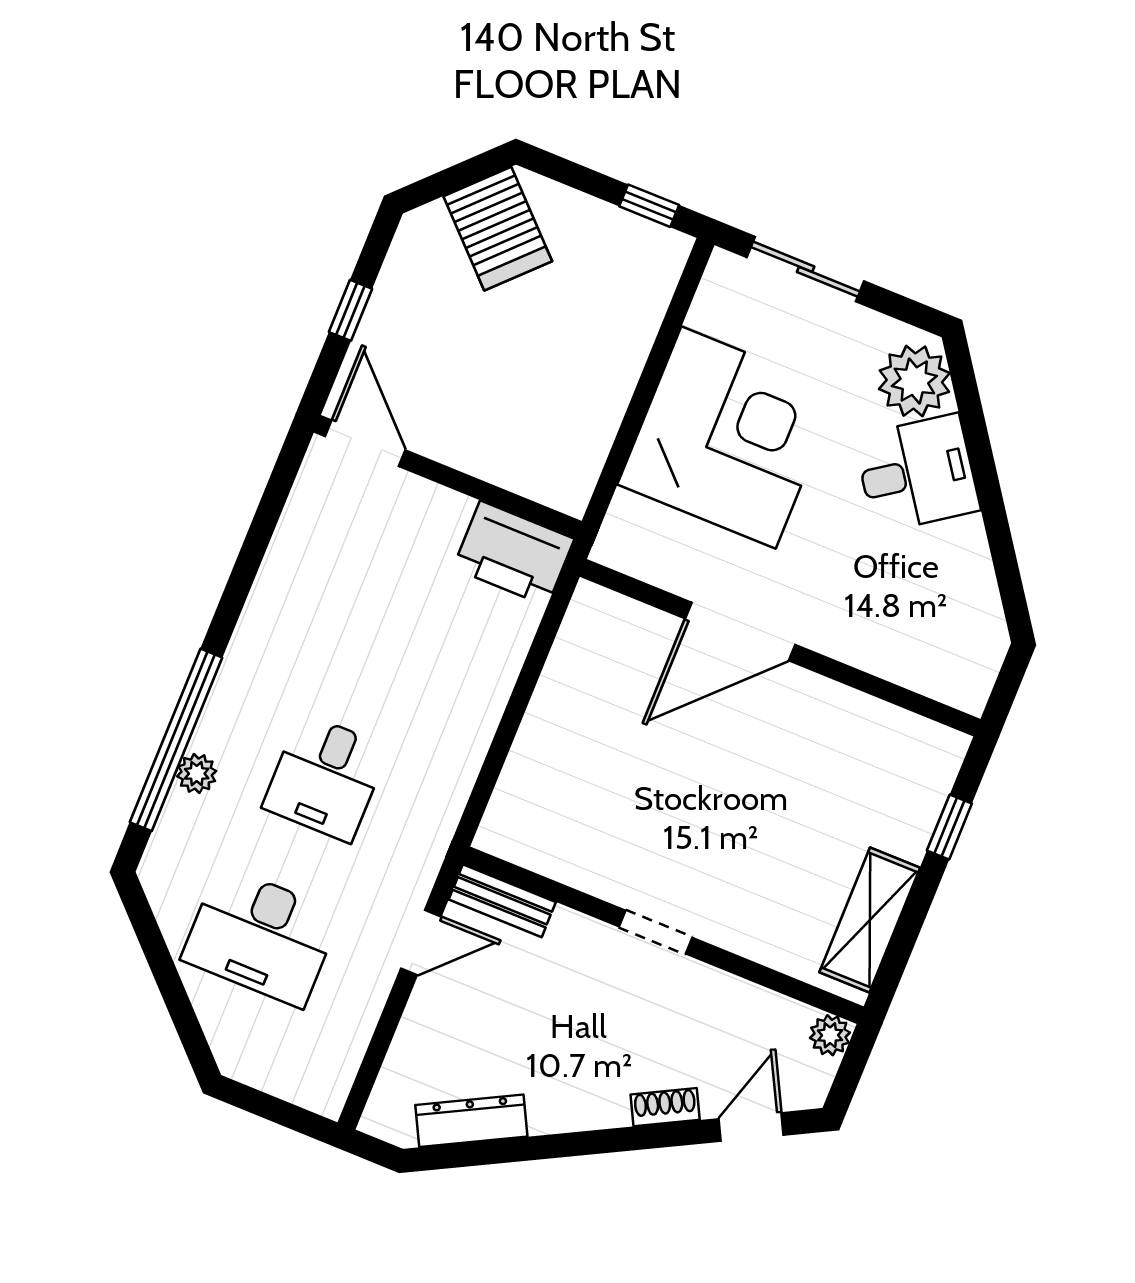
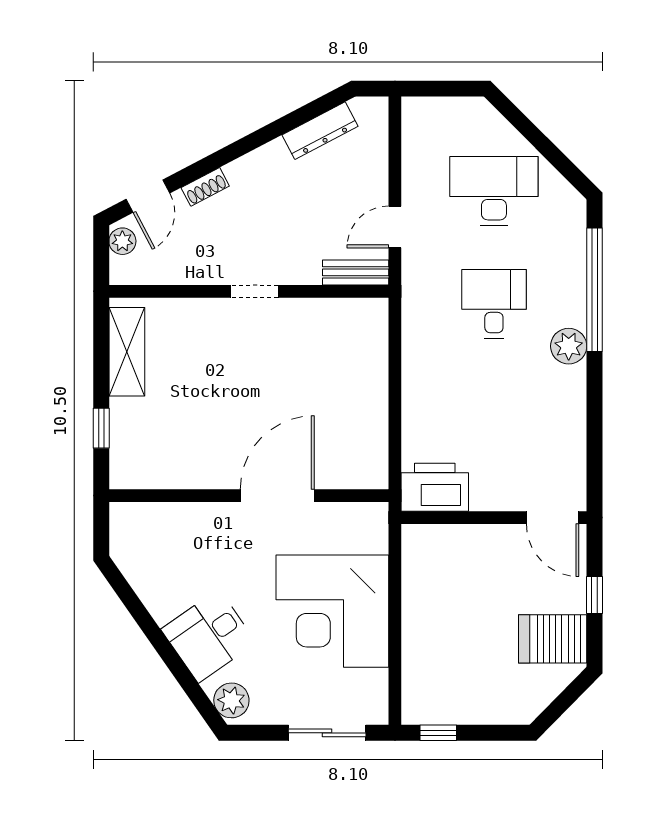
server rack: (498, 229) -> (553, 639), moved, turned -44
plant: (914, 381) -> (231, 700), width x0.73, depth x0.73
plant: (197, 774) -> (569, 346), moved, width x1.38, depth x1.38
plant: (830, 1035) -> (122, 241), moved

